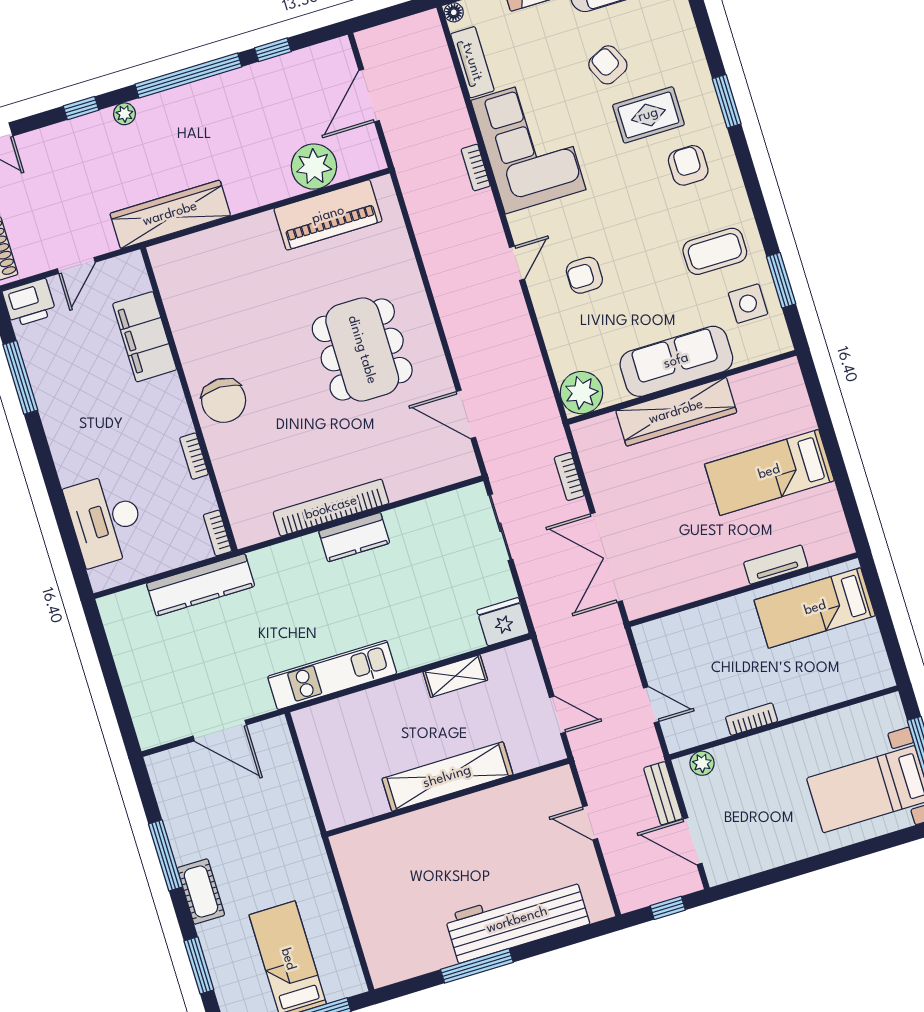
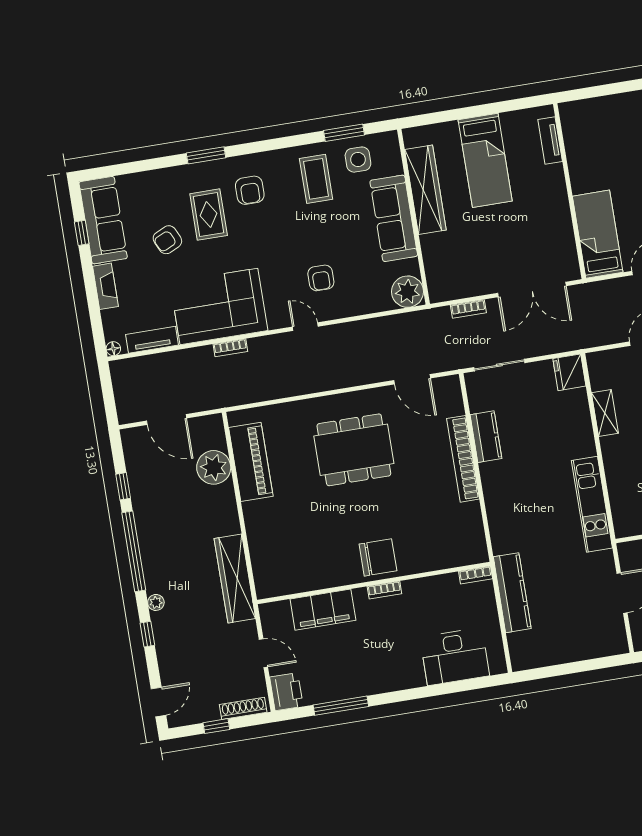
armchair: (688, 165) -> (250, 190), turned -90
wardrobe: (676, 412) -> (425, 190), moved
door: (466, 414) -> (412, 379), hinge flipped
bookcase: (194, 456) -> (384, 590), moved
bookcase: (331, 508) -> (463, 459), moved
kitchen counter: (354, 537) -> (486, 437), moved
tv unit: (776, 565) -> (550, 140), moved
bed: (815, 608) -> (598, 234), moved, turned 180

